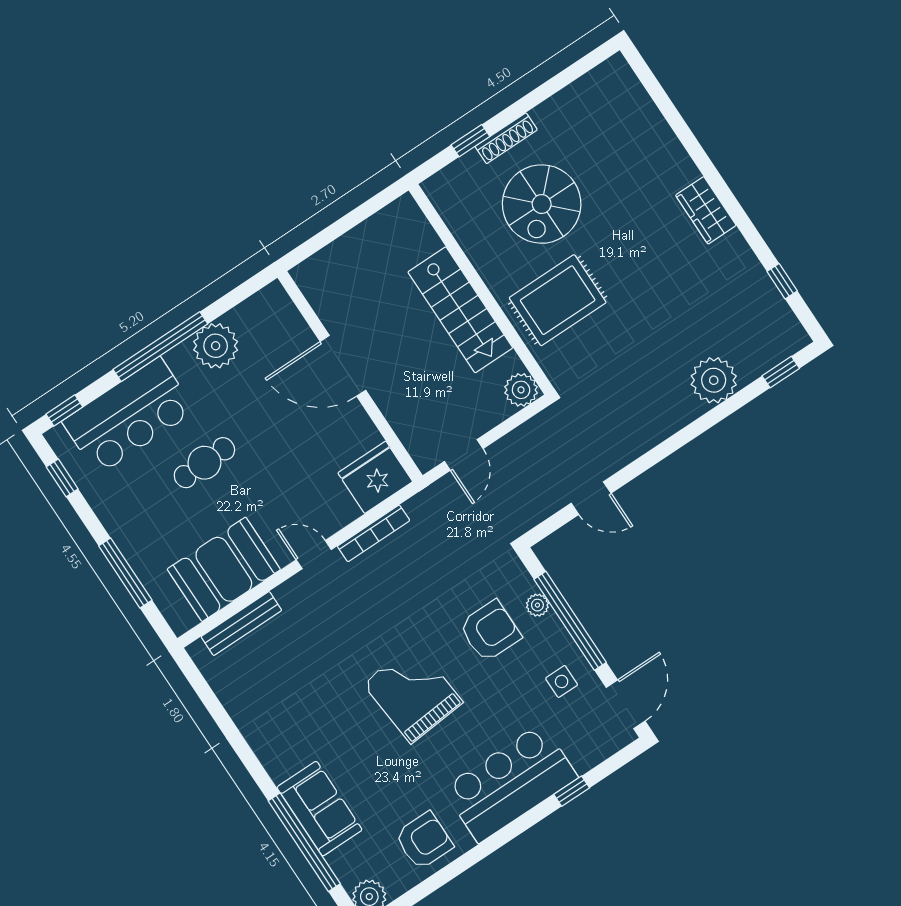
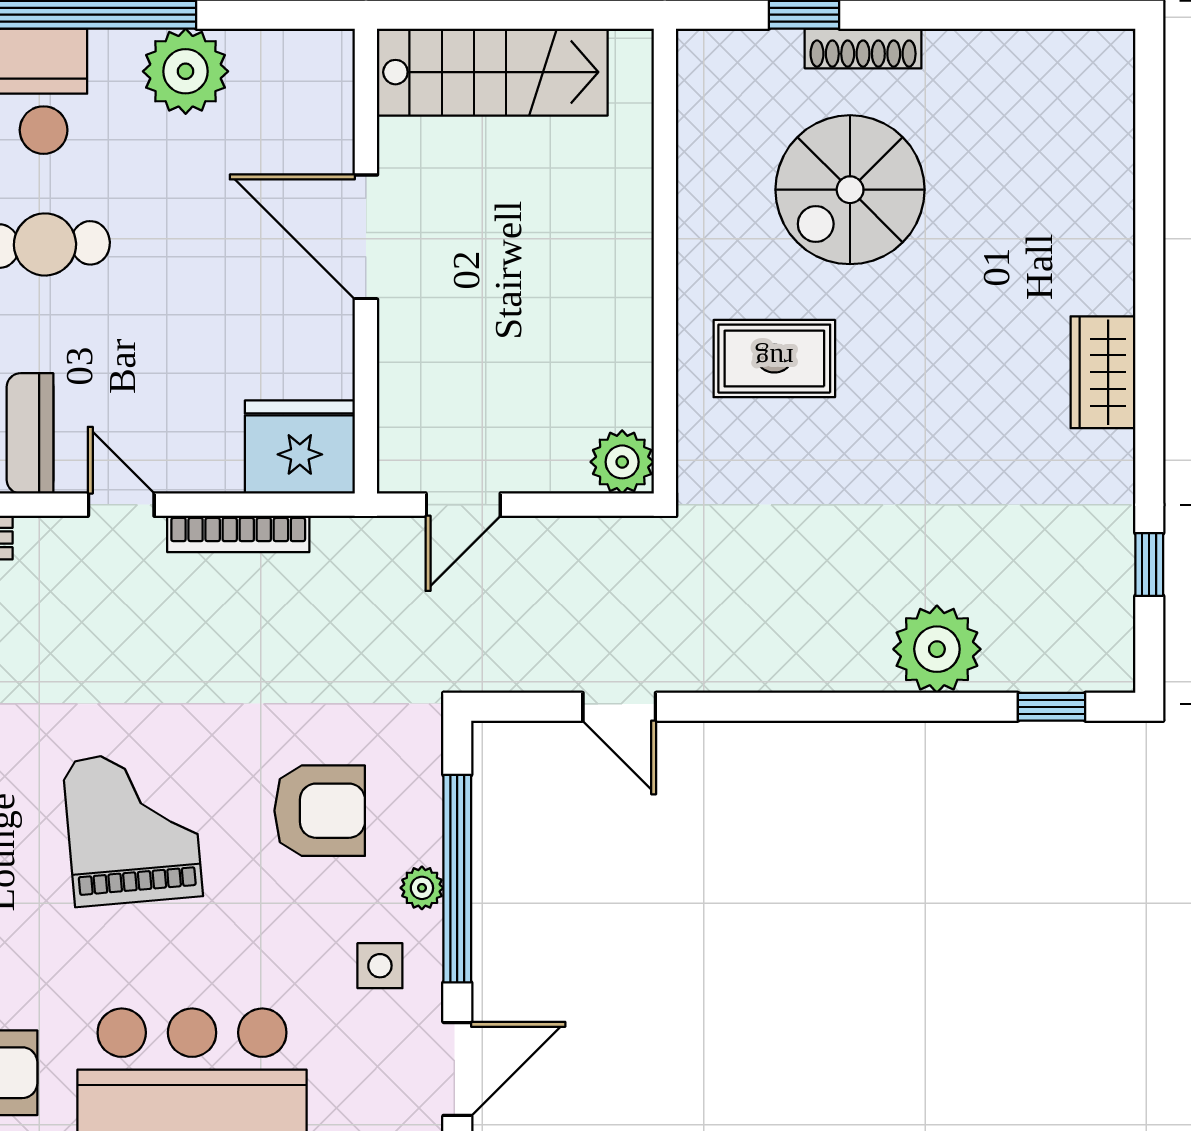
rug: (558, 300) -> (774, 359), width x0.73, depth x0.70
stairs: (460, 310) -> (492, 72), moved, turned -90
plant: (537, 605) -> (422, 888), moved

